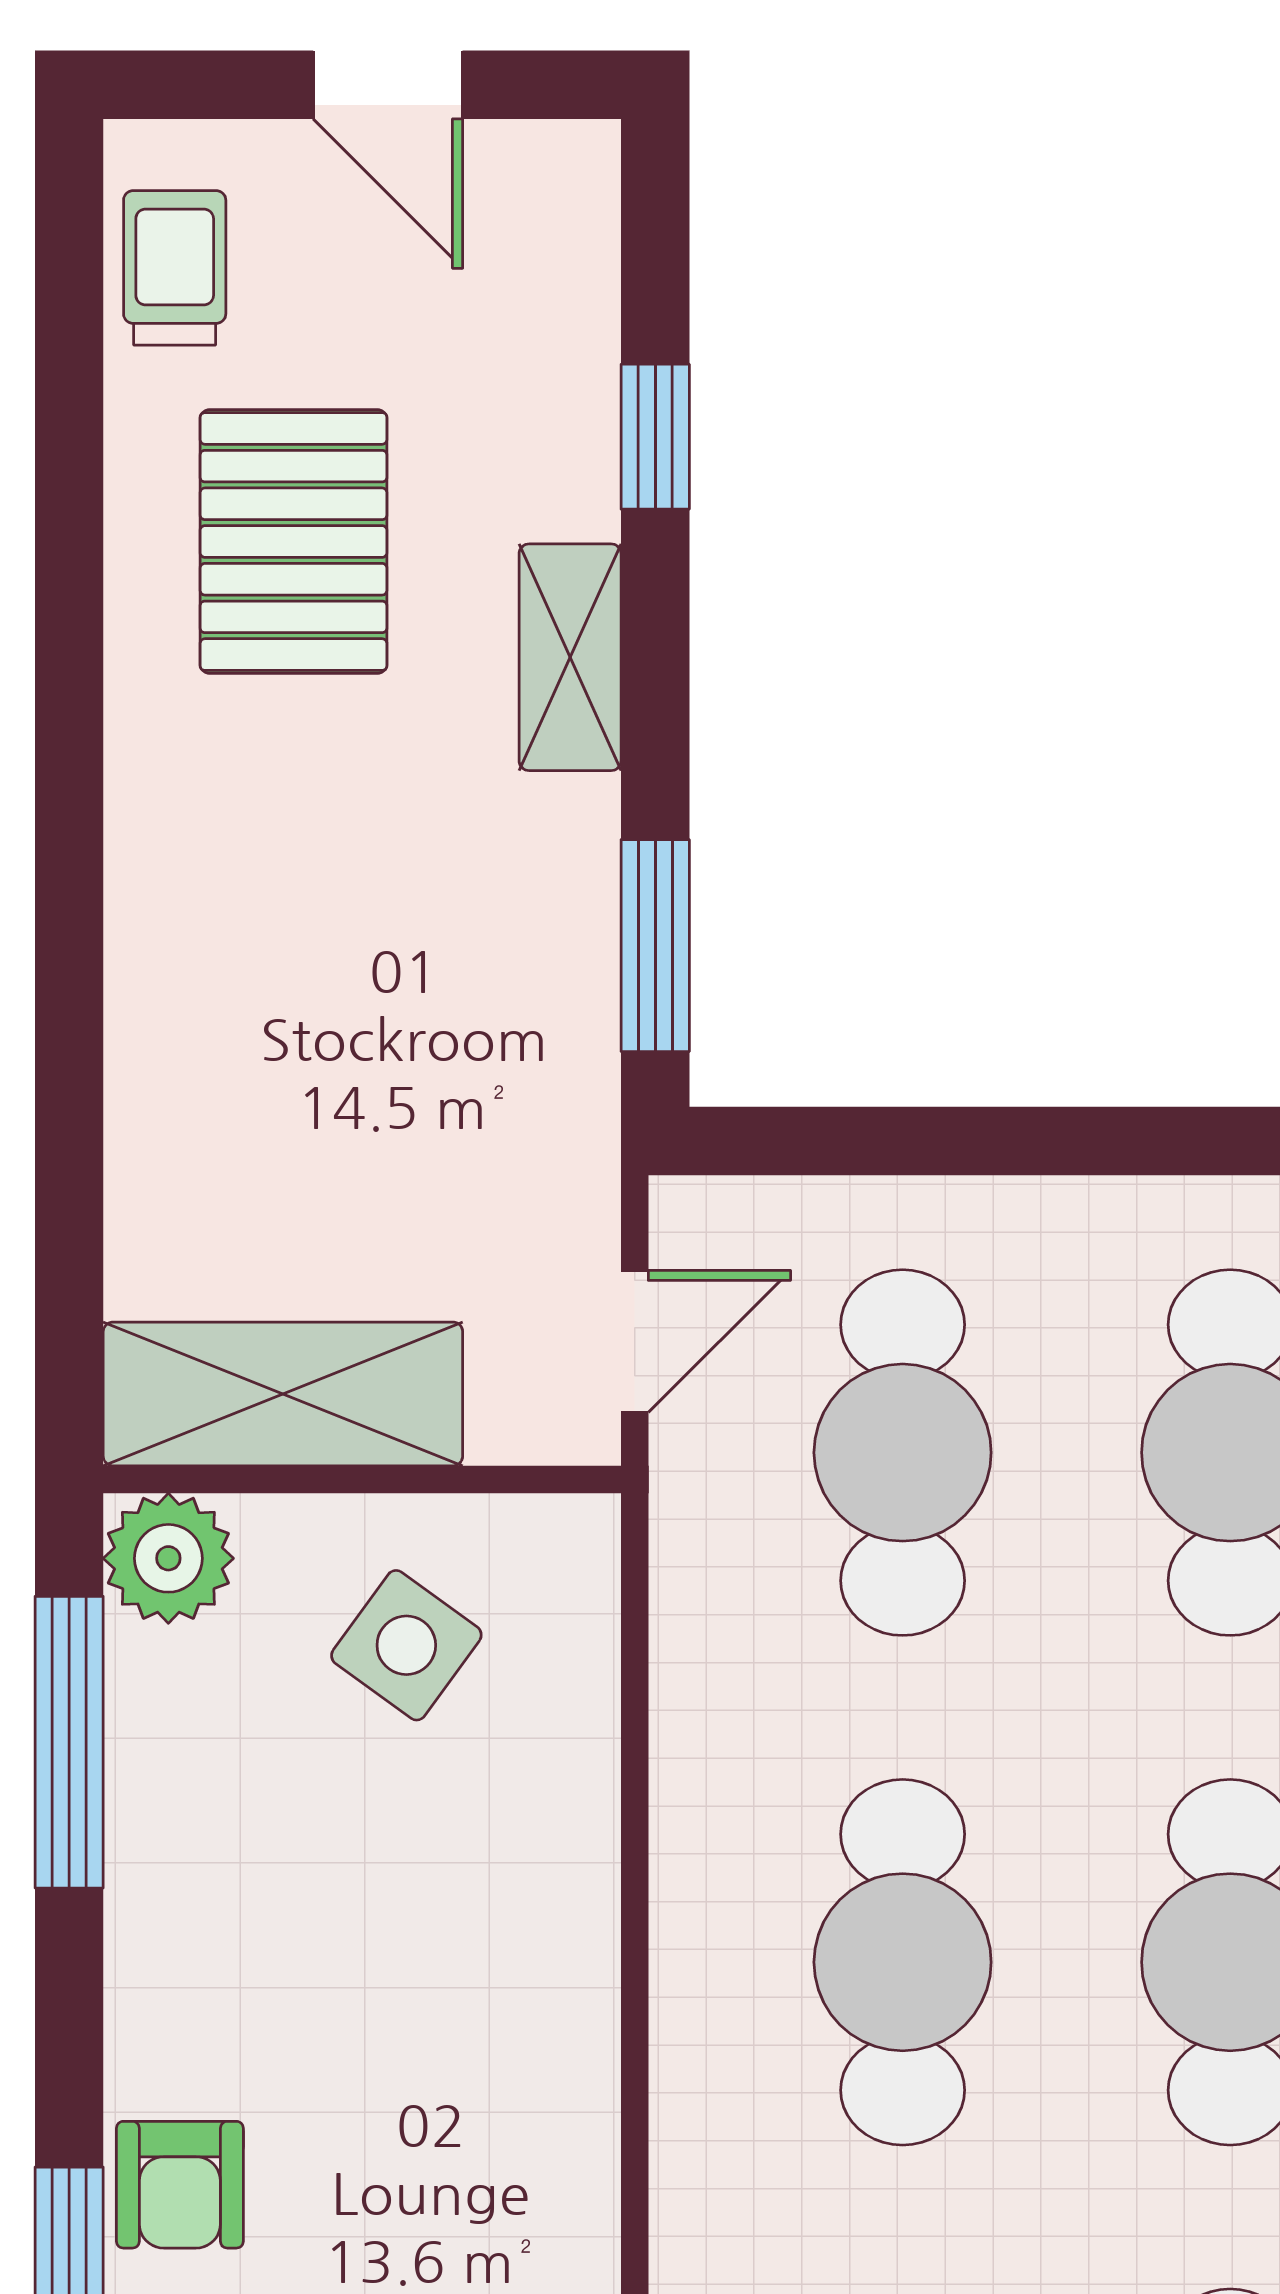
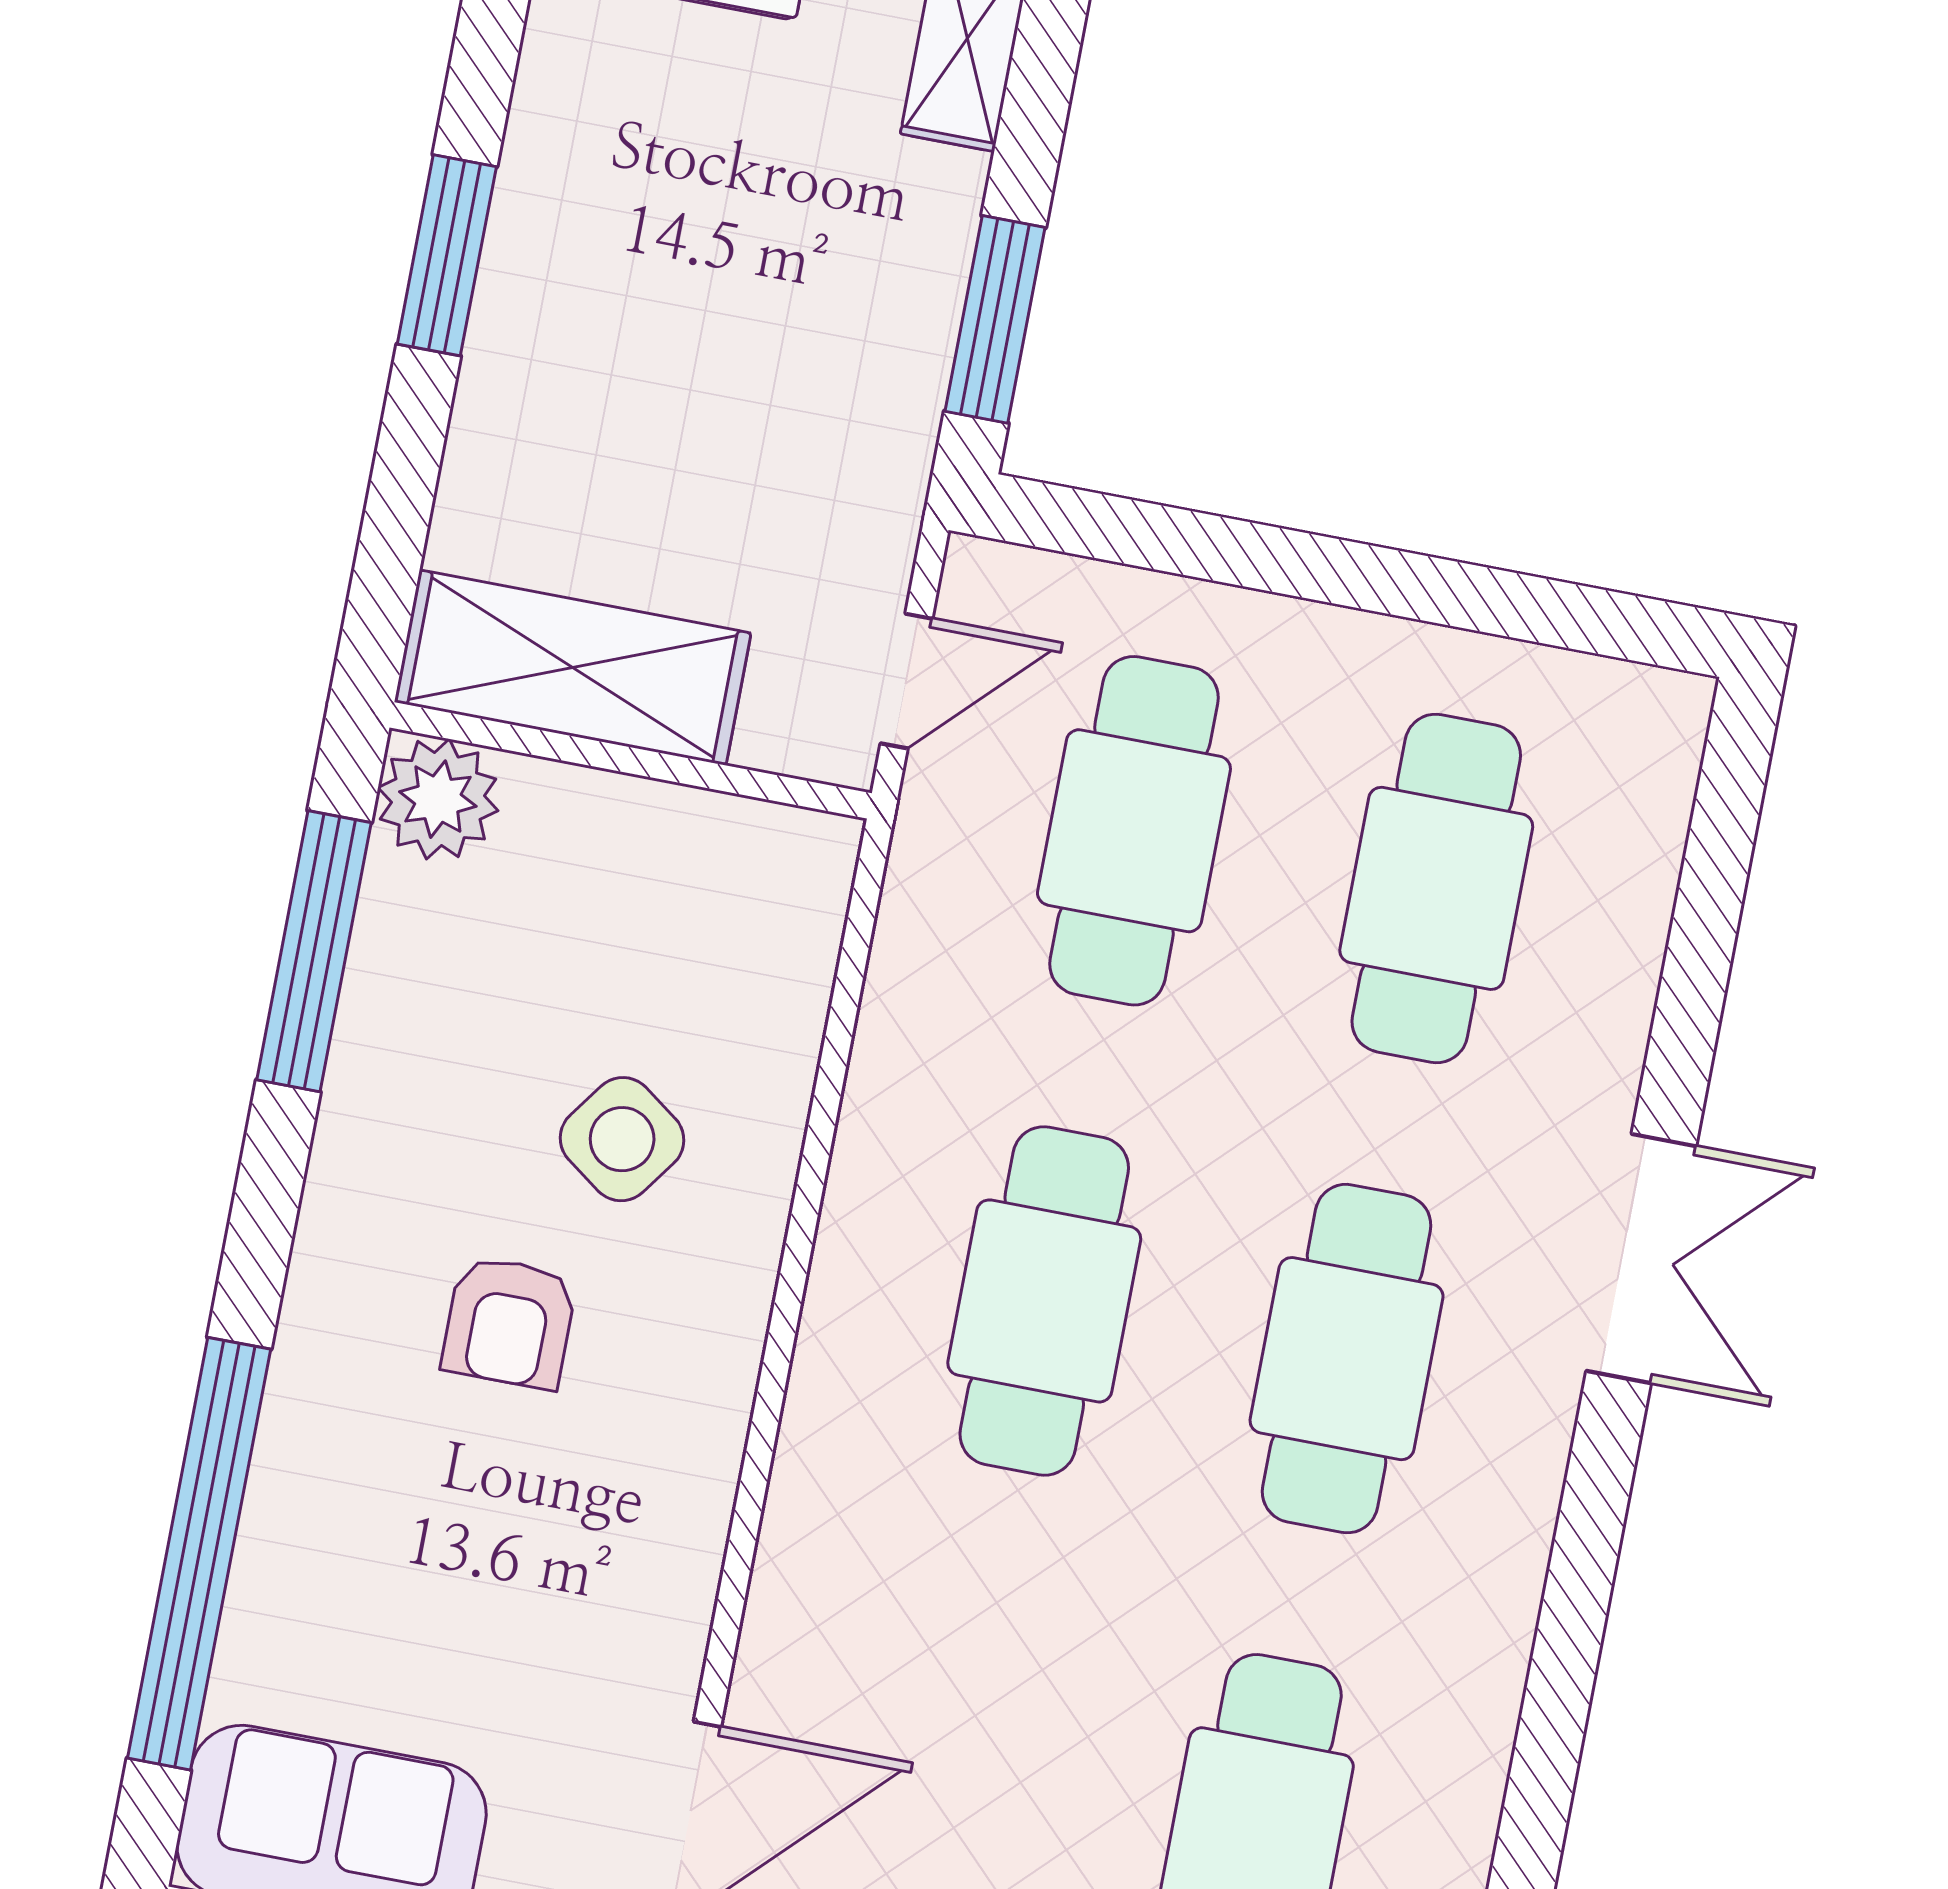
window: (69, 988) -> (447, 255), added
side table: (406, 1645) -> (622, 1139), moved
armchair: (180, 2185) -> (509, 1322), moved

